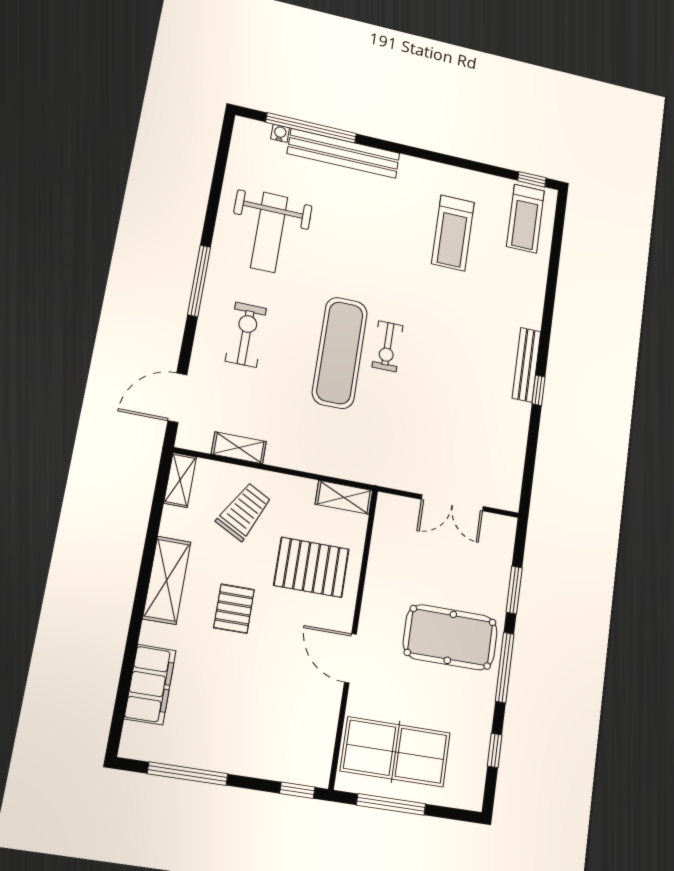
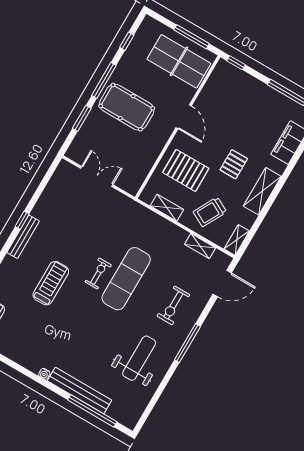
water cooler: (280, 133) -> (44, 374), moved
treadmill: (453, 233) -> (51, 283), moved
shelving: (344, 497) -> (167, 208), moved

